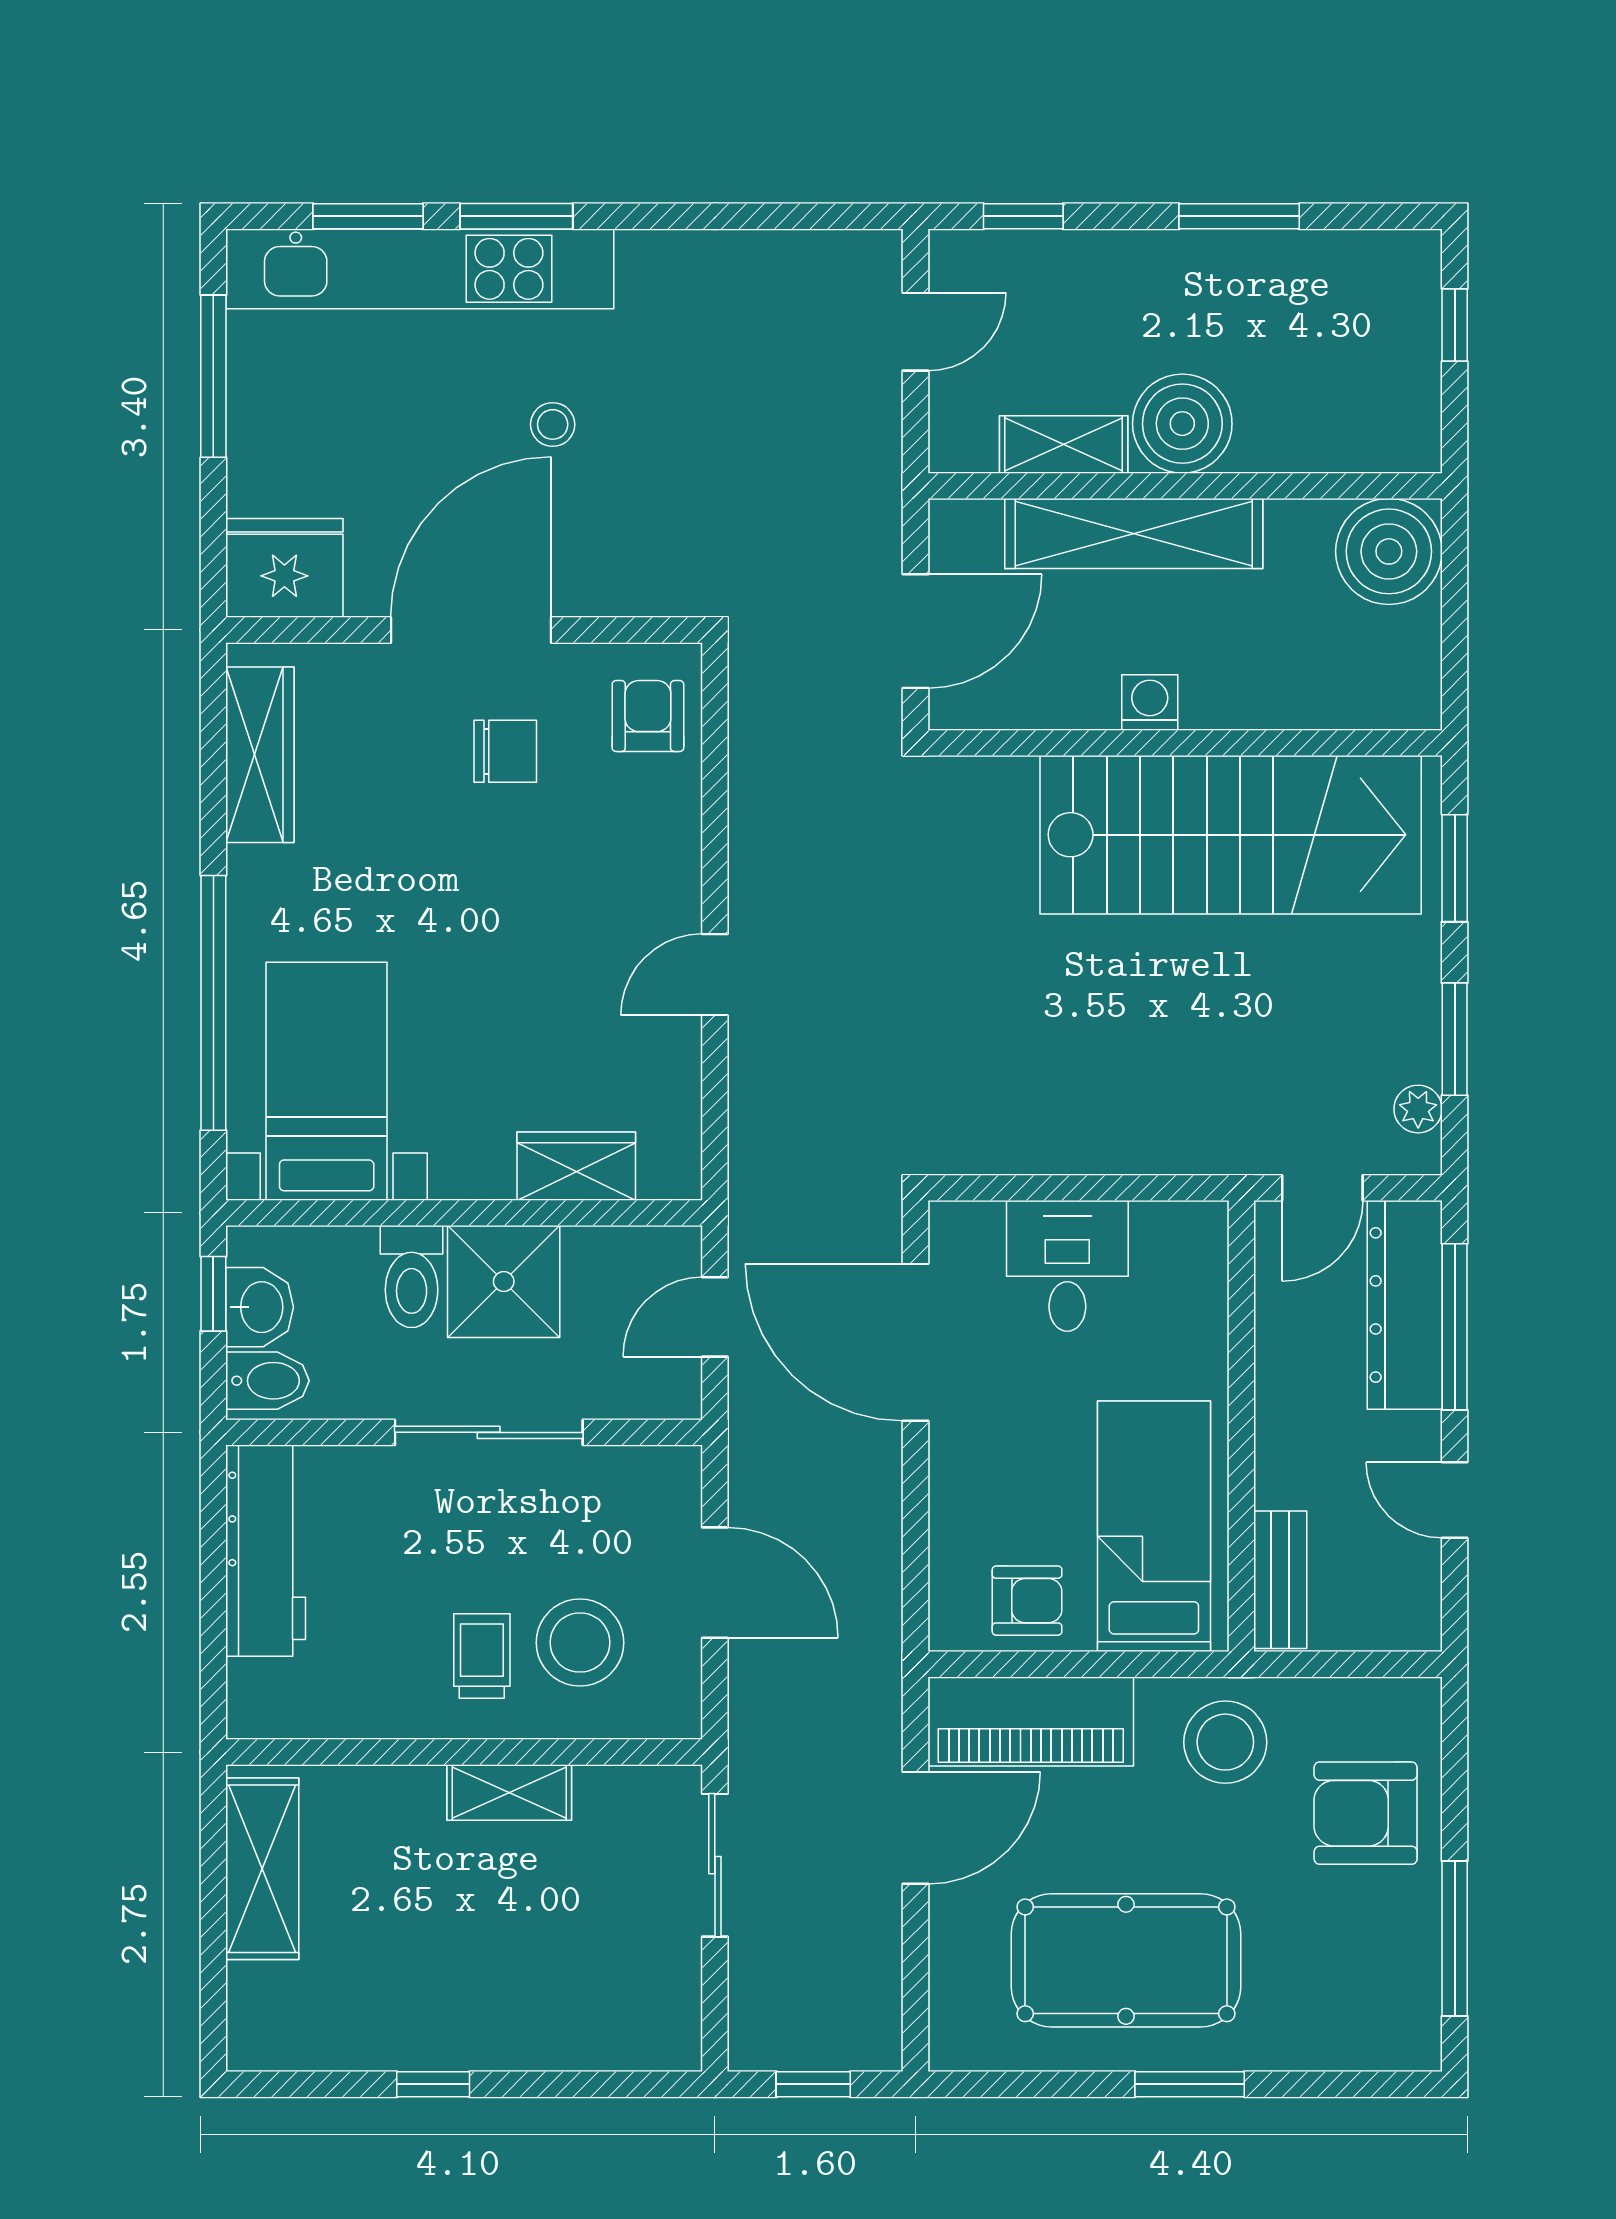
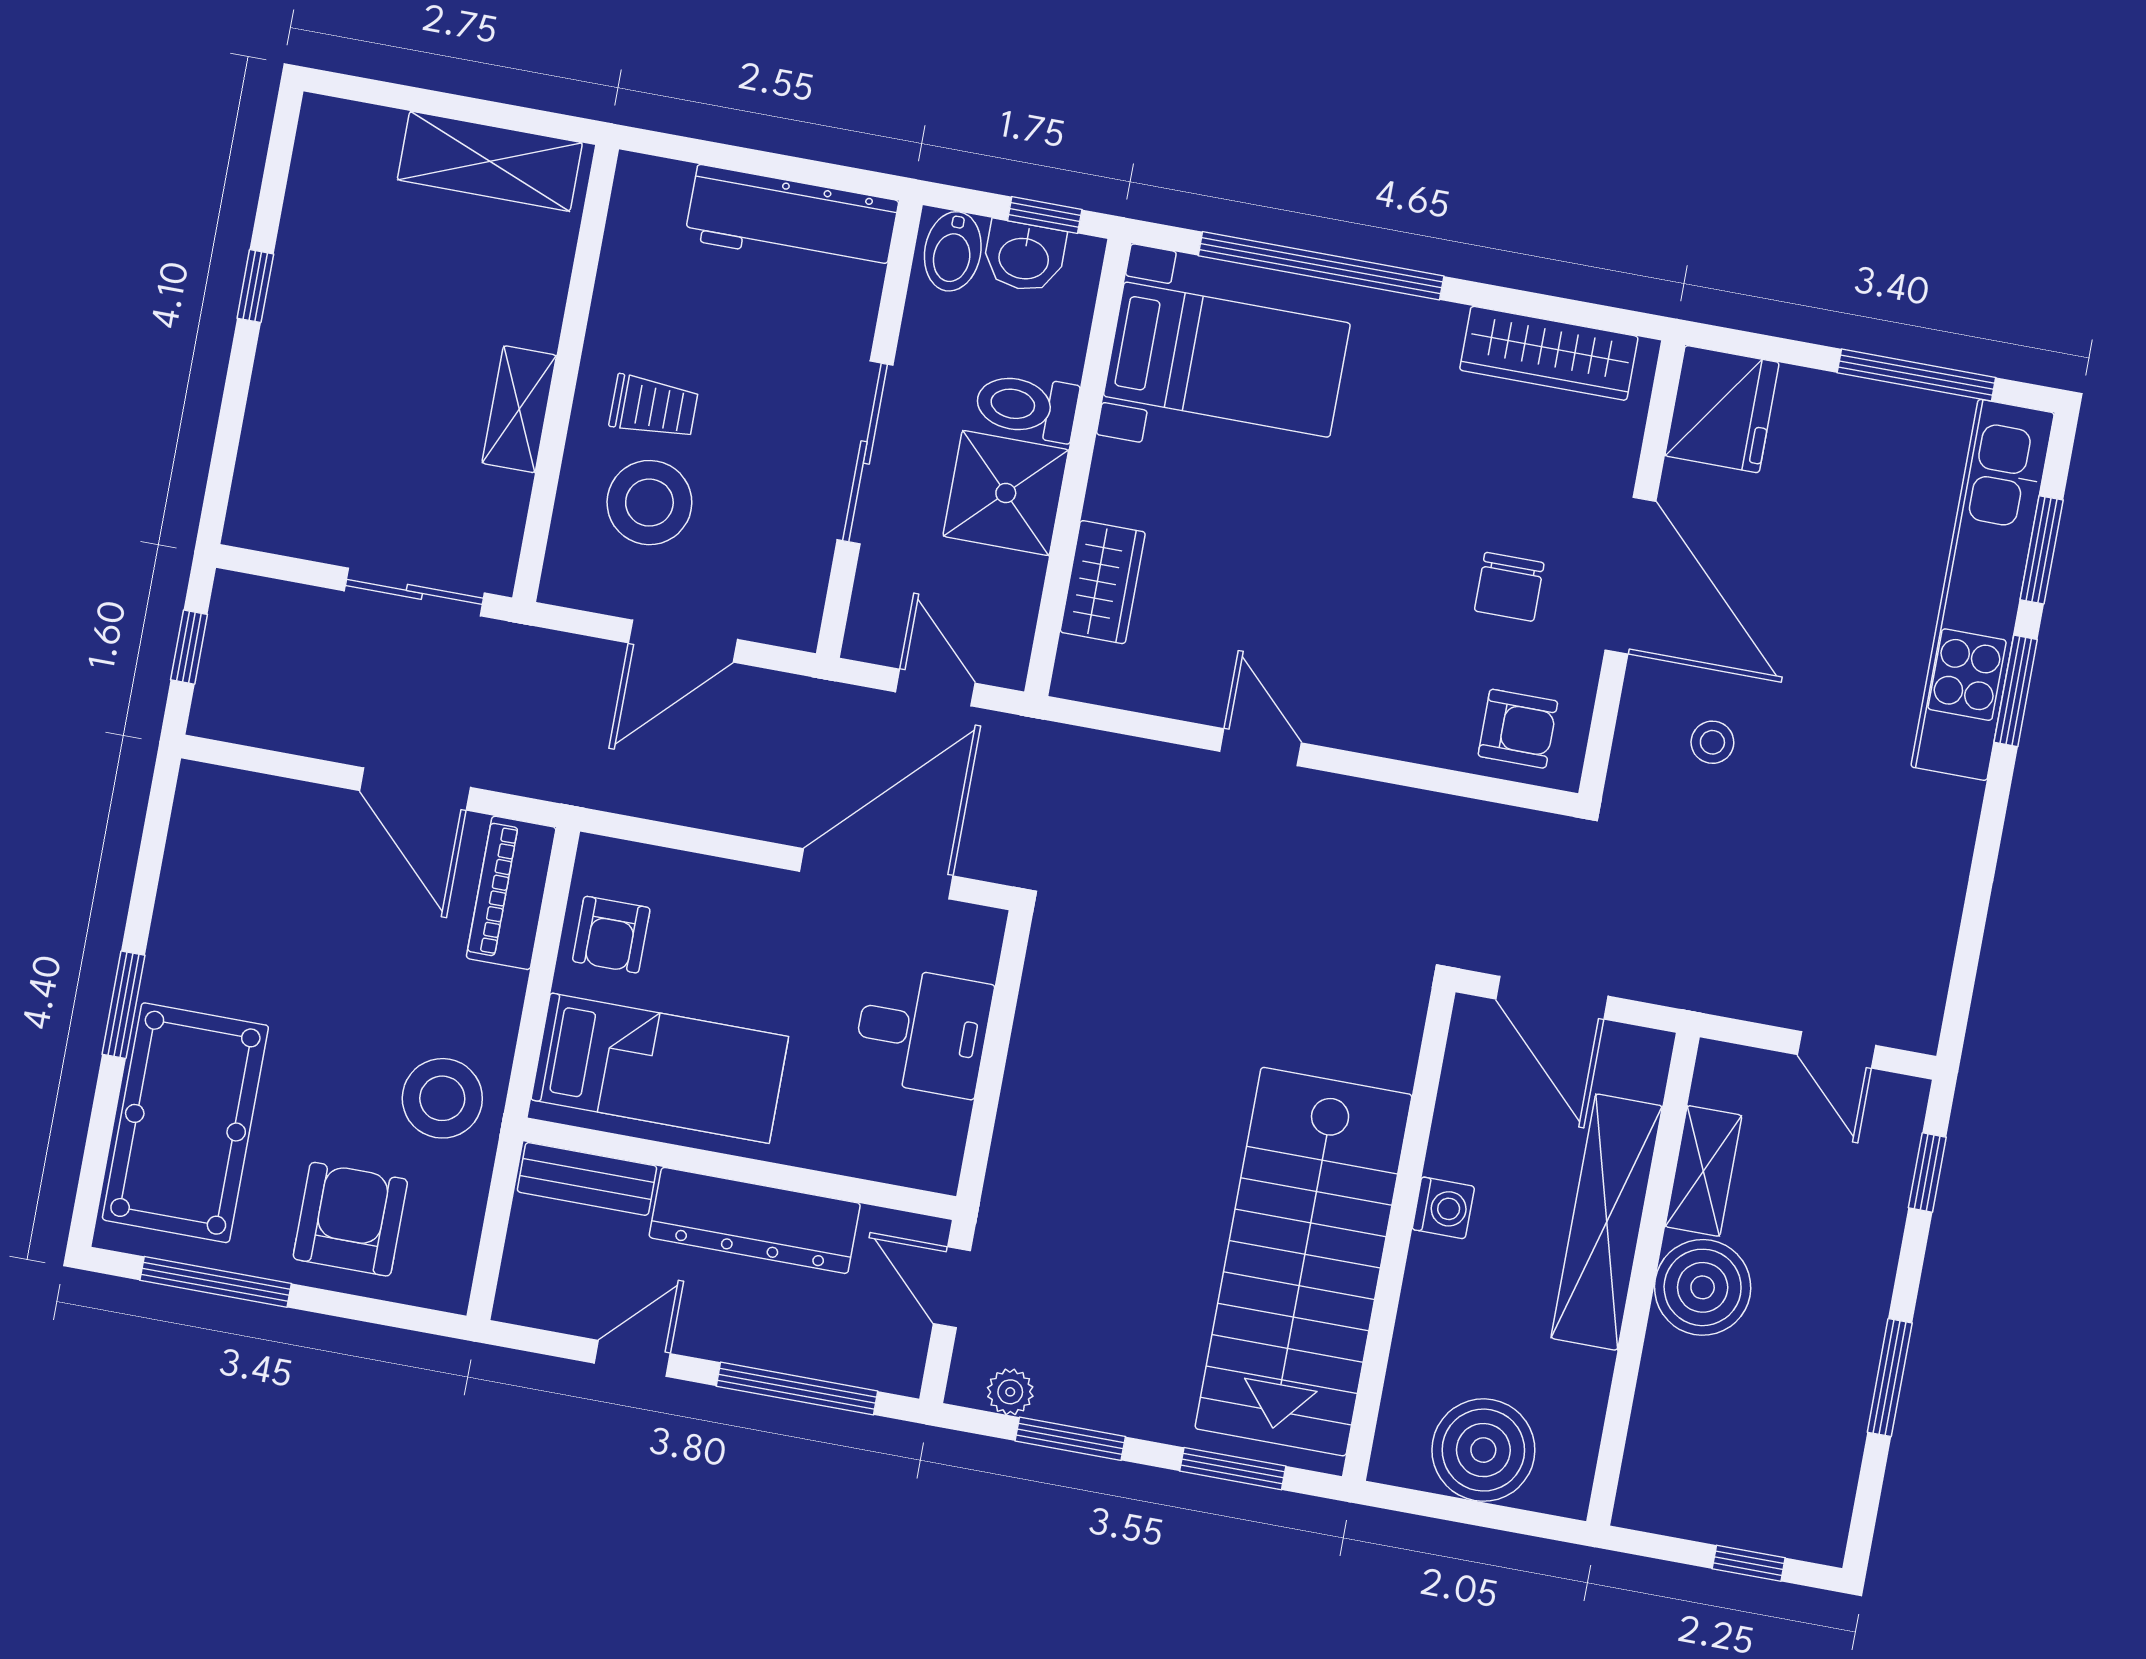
stool: (553, 424) -> (1712, 742), moved
boiler: (1389, 551) -> (1483, 1450), moved
dresser: (1405, 1305) -> (755, 1220), moved, turned 180
piano: (1031, 1721) -> (511, 893), width x0.73, depth x0.75
pool table: (1126, 1960) -> (185, 1123), moved

